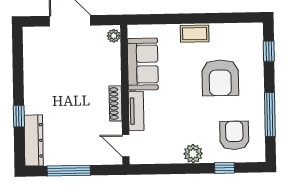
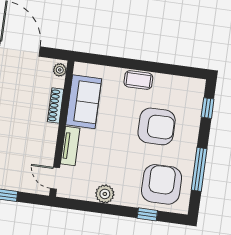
armchair: (220, 78) -> (157, 126), turned -90
shoe rack: (116, 103) -> (56, 106), moved
armchair: (234, 135) -> (162, 184), width x1.36, depth x1.36
plant: (193, 154) -> (105, 194), moved

